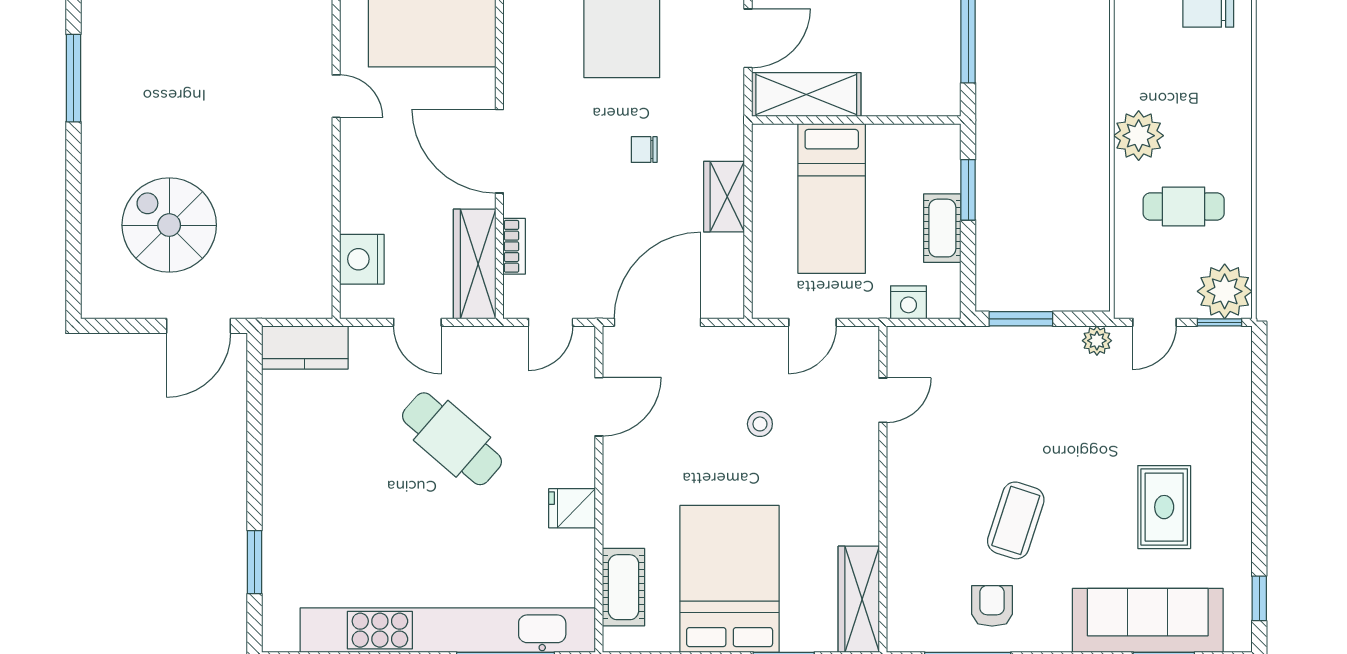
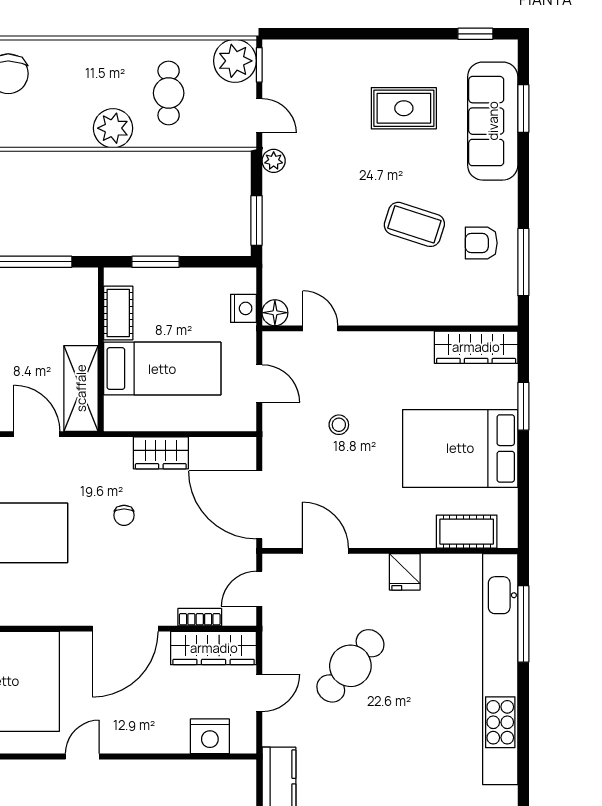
cot: (942, 228) -> (118, 313), moved, turned 90
door: (551, 322) -> (259, 589), swing flipped
floor lamp: (903, 342) -> (275, 313), added

